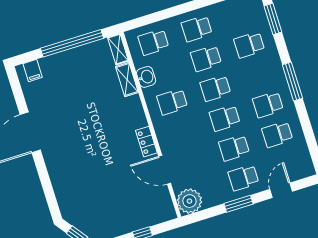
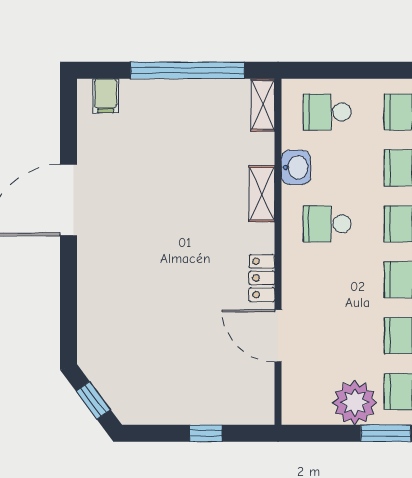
shelving: (127, 80) -> (262, 194), moved
plant: (189, 201) -> (355, 403), moved

